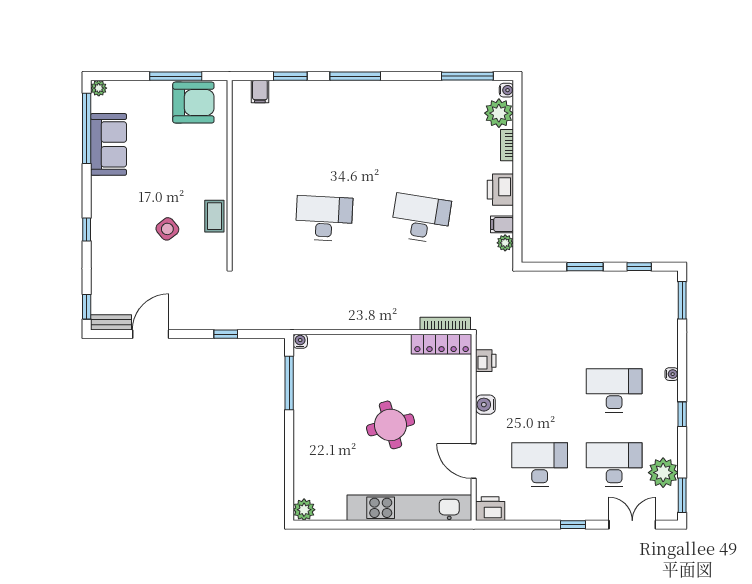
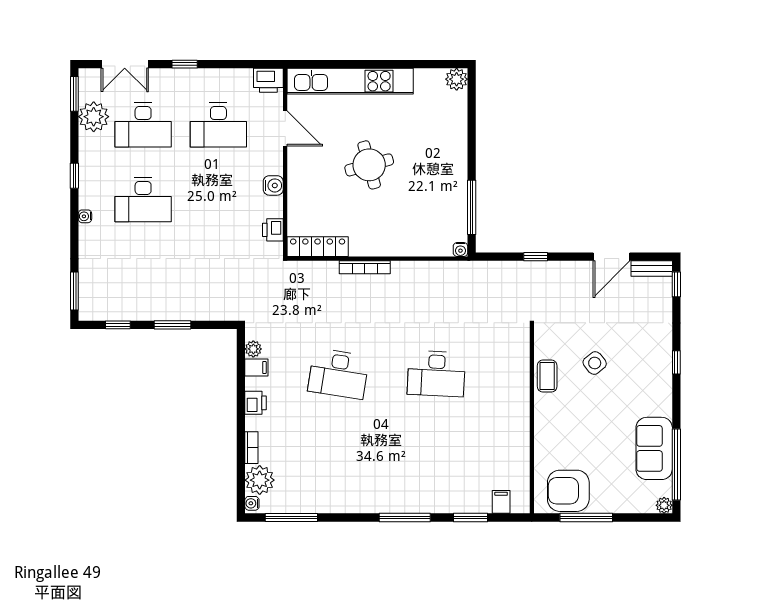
printer: (500, 190) -> (256, 403), width x0.73, depth x0.81
bookcase: (445, 324) -> (365, 267), moved

